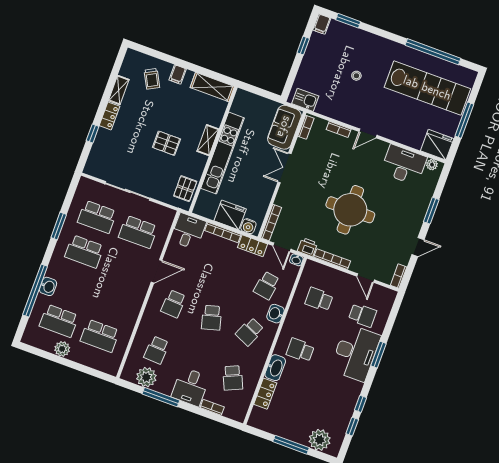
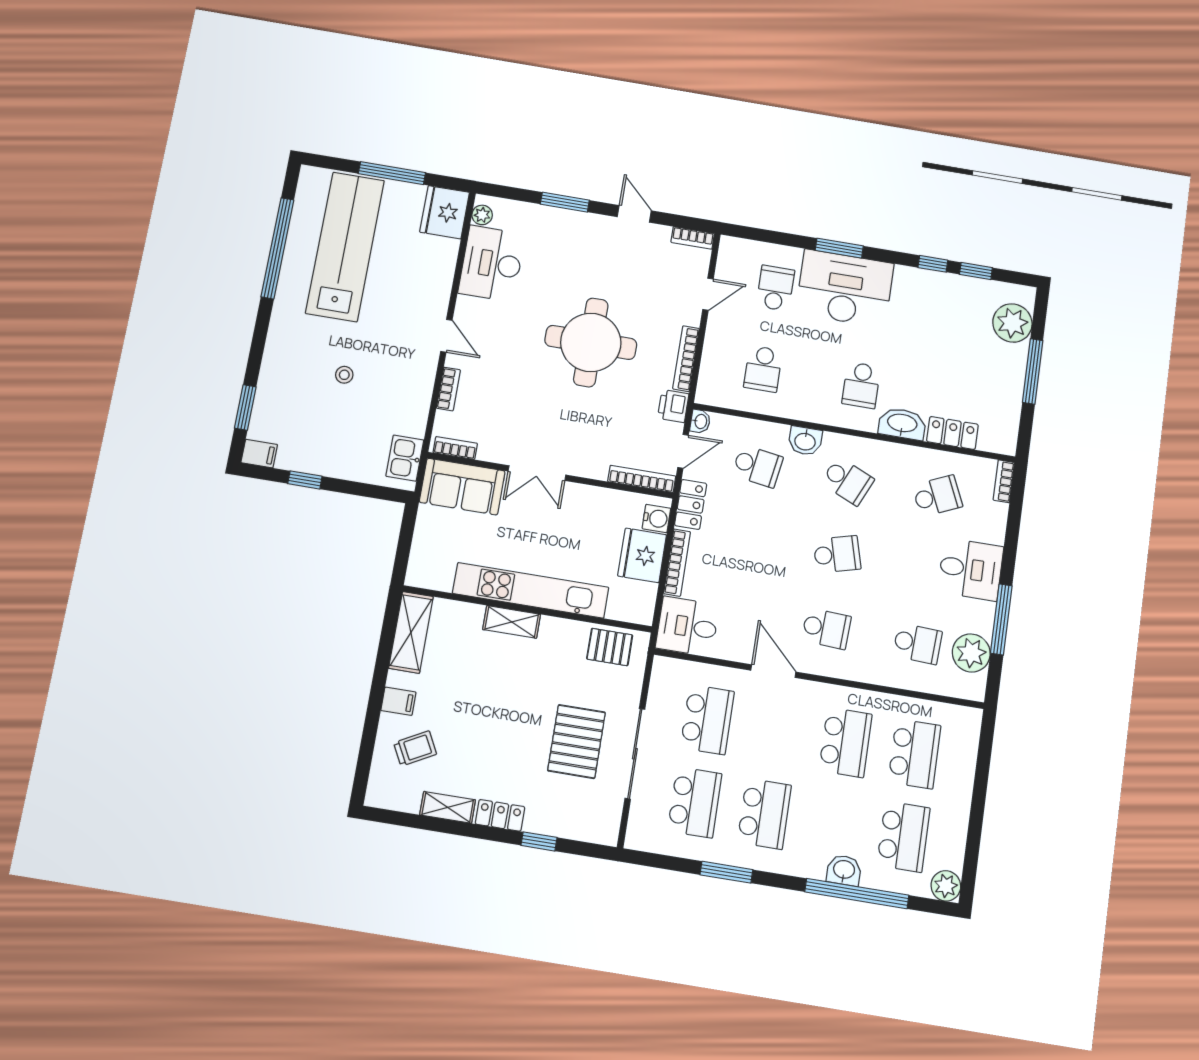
pallet: (166, 143) -> (577, 741), moved, width x1.50, depth x1.42
school desk: (113, 301) -> (845, 742), added
plant: (62, 349) -> (946, 886), moved
bookcase: (212, 407) -> (1004, 481), moved

